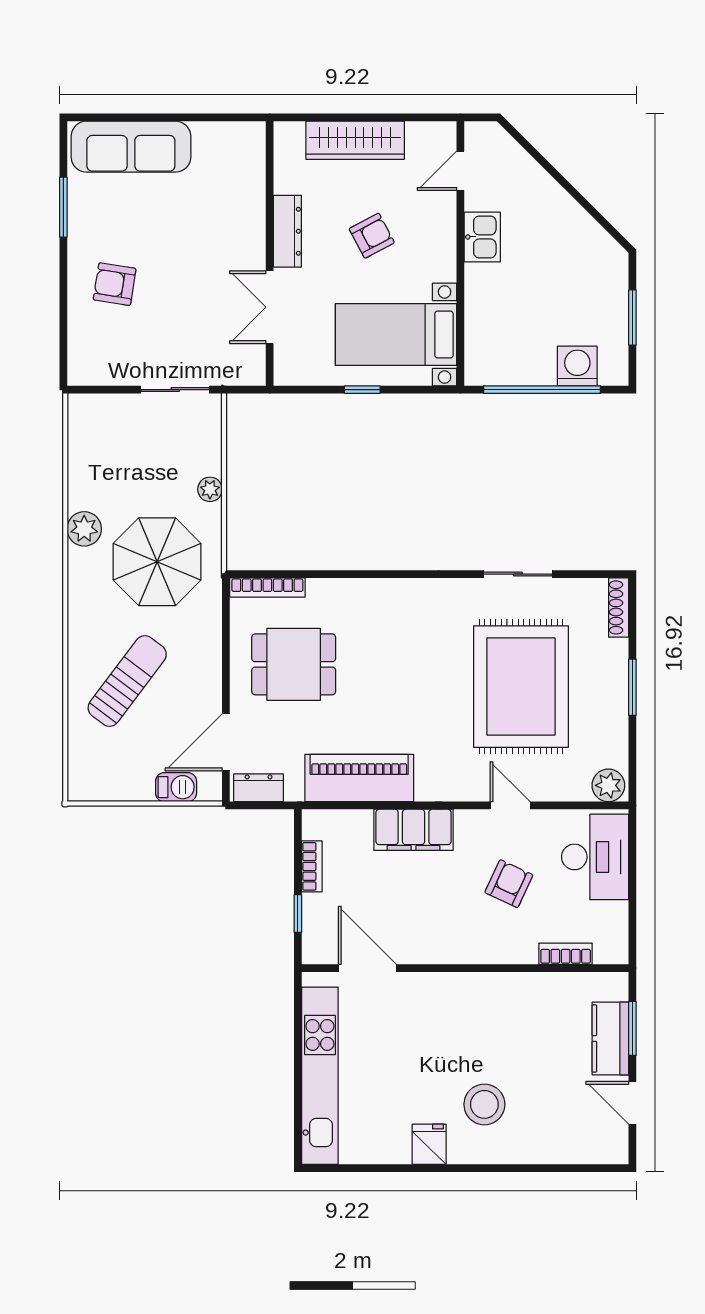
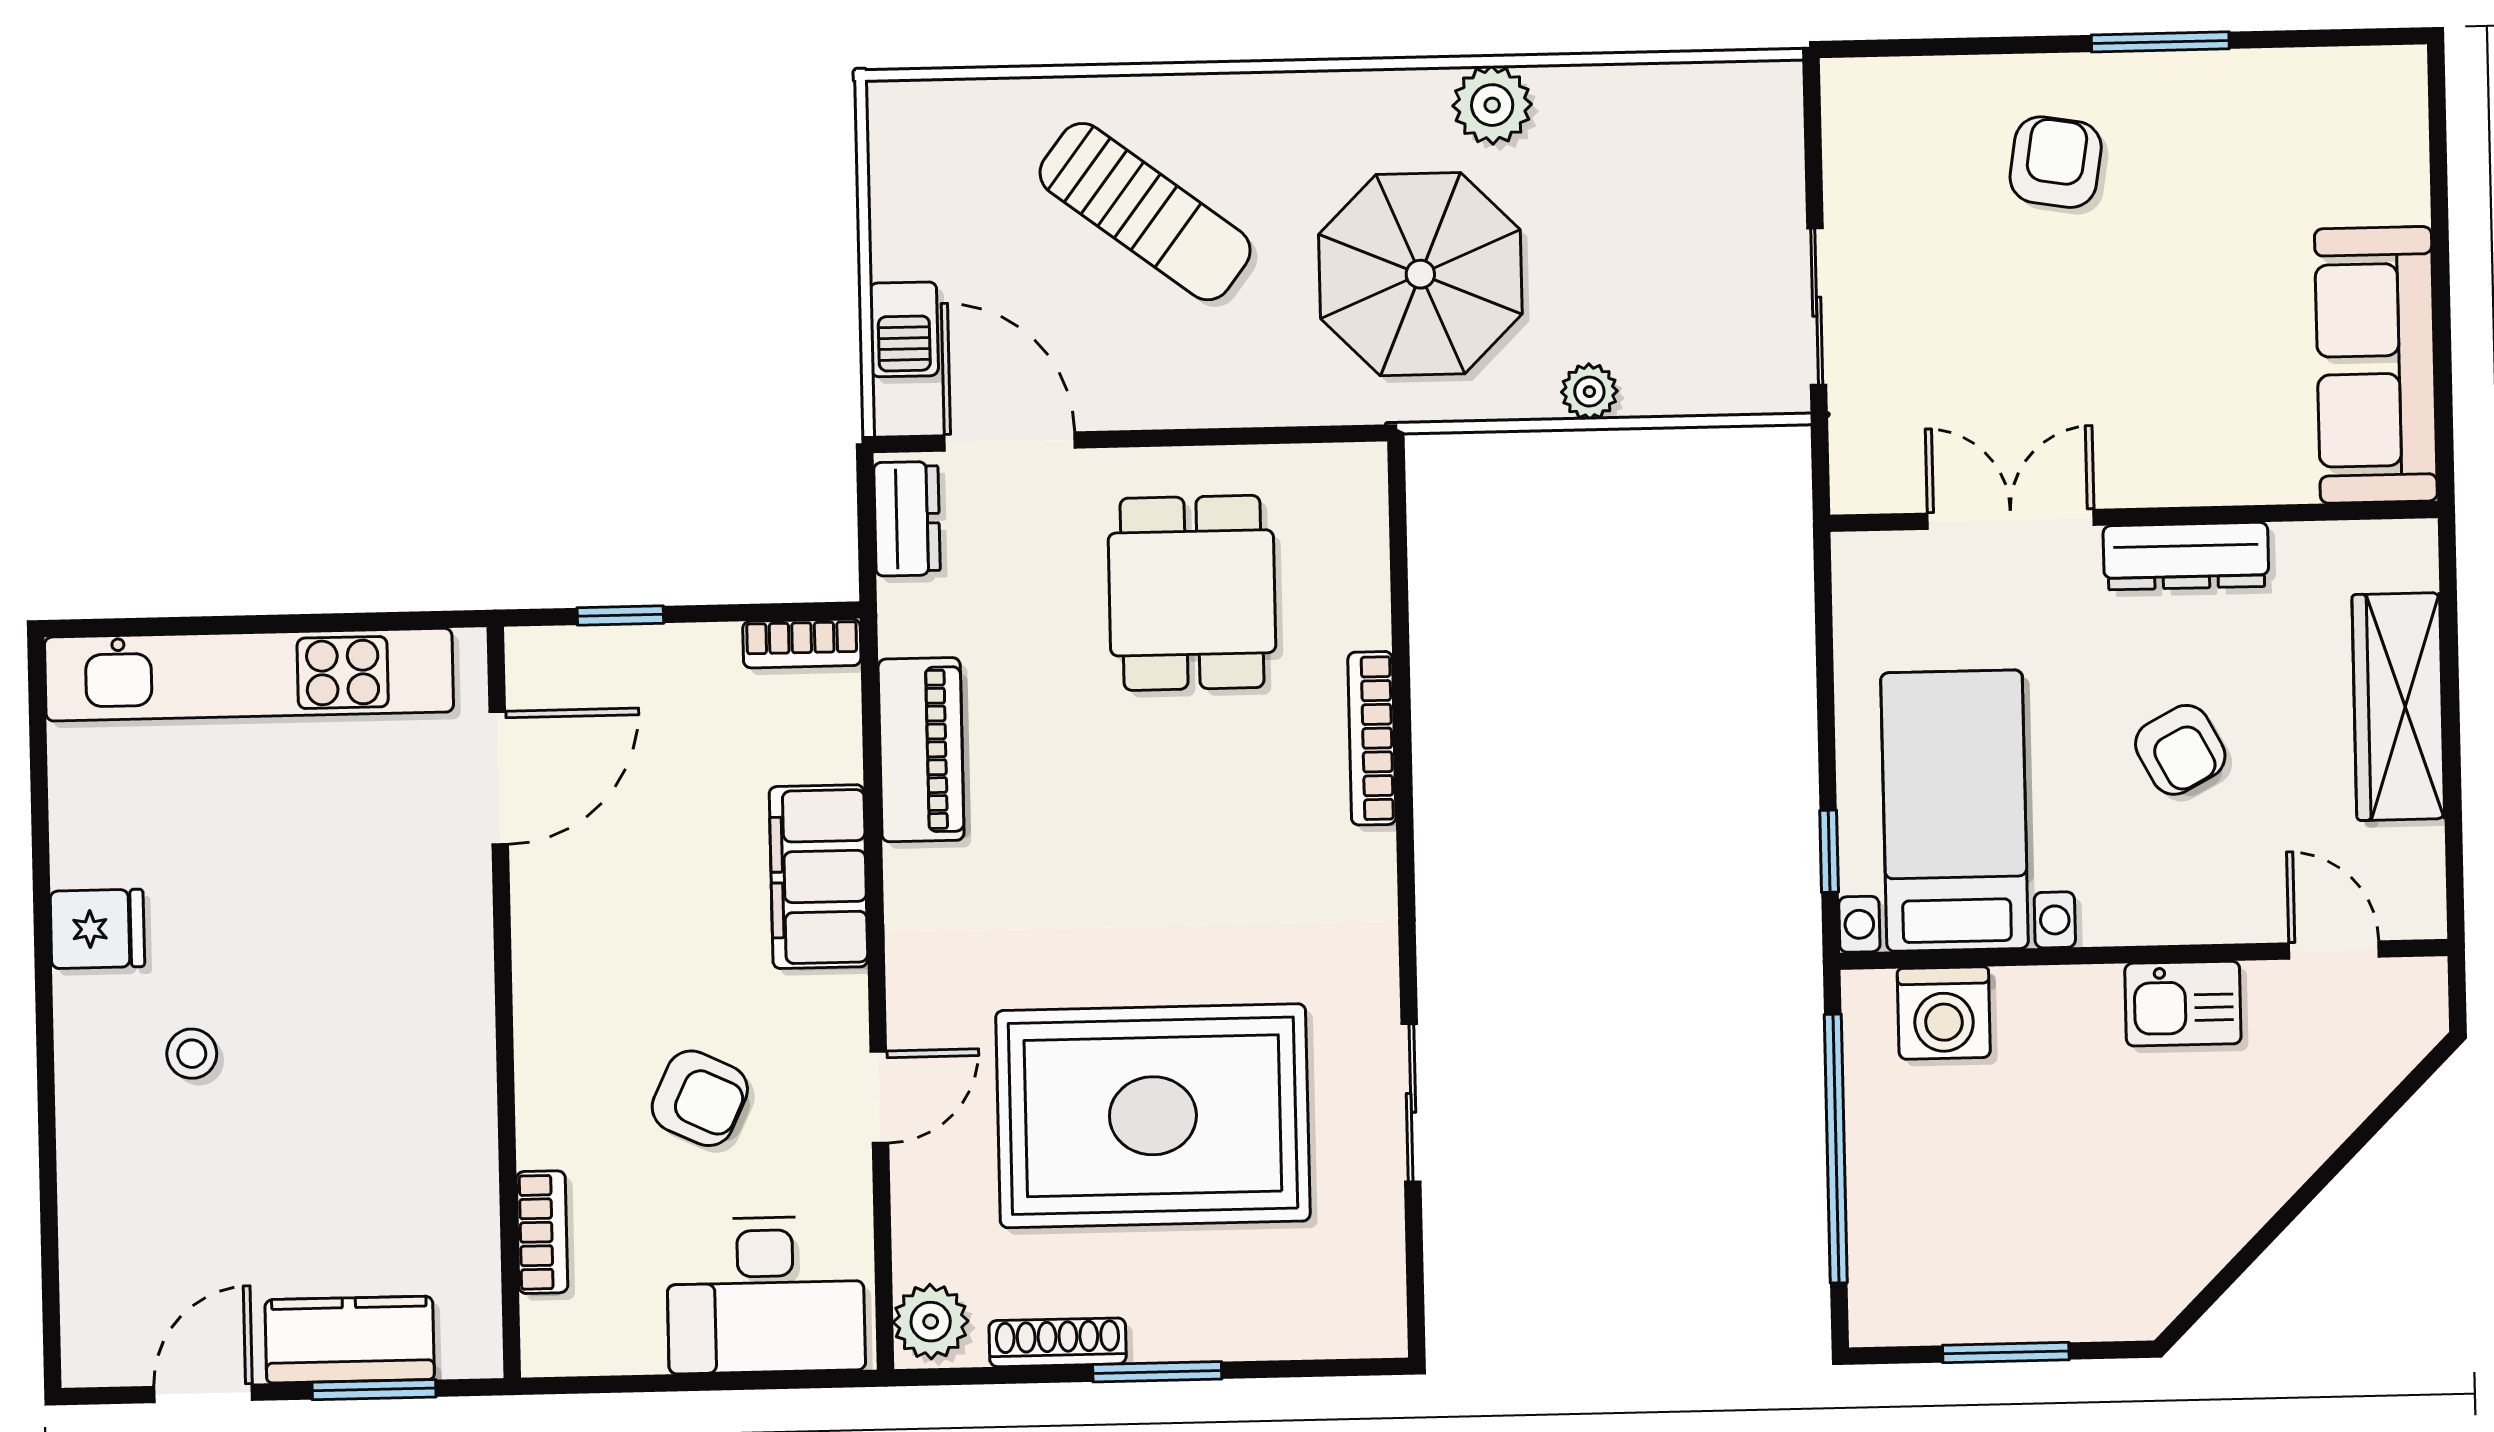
sofa: (131, 147) -> (2376, 365), moved
window: (63, 207) -> (2160, 42), moved
washing machine: (577, 366) -> (1944, 1013), moved, turned 90
window: (362, 390) -> (1829, 851), moved
bookcase: (267, 587) -> (1372, 738), moved
shoe rack: (619, 607) -> (1058, 1342), moved
piano: (359, 778) -> (921, 750), width x0.73, depth x0.75
bookcase: (312, 866) -> (802, 643), moved
stool: (484, 1104) -> (192, 1054), width x0.53, depth x0.53

